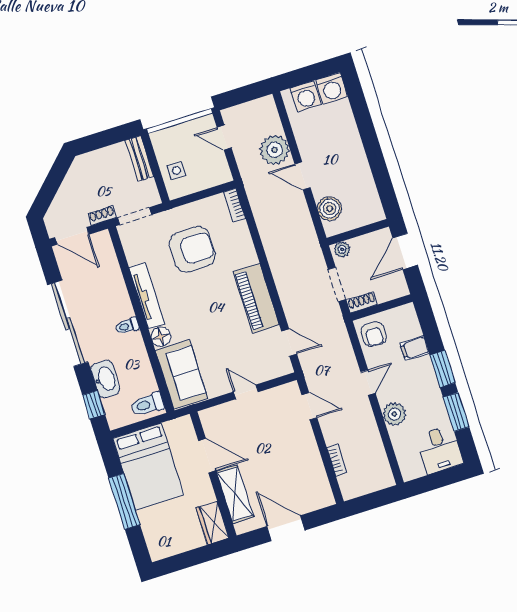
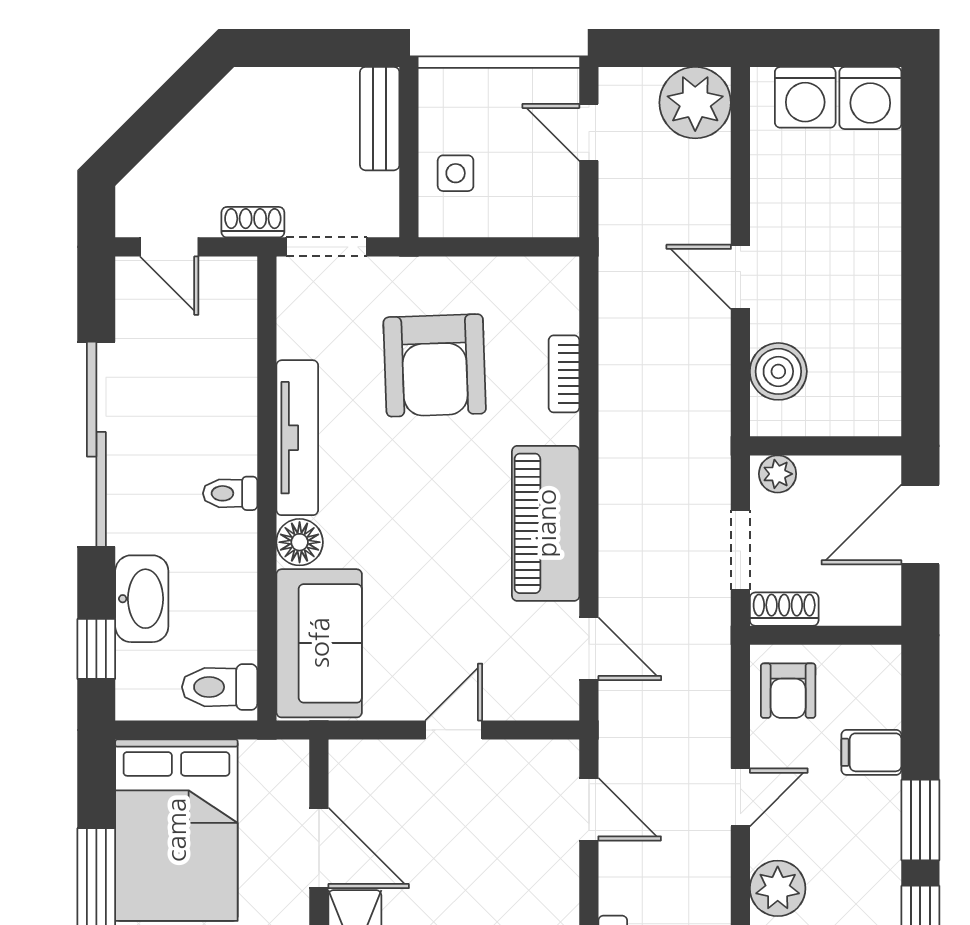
plant: (275, 150) -> (695, 103), moved
bookcase: (235, 205) -> (564, 374), moved
door: (72, 236) -> (169, 247), width x0.73
armchair: (192, 249) -> (435, 365), turned 88
door: (246, 392) -> (454, 730), hinge flipped

